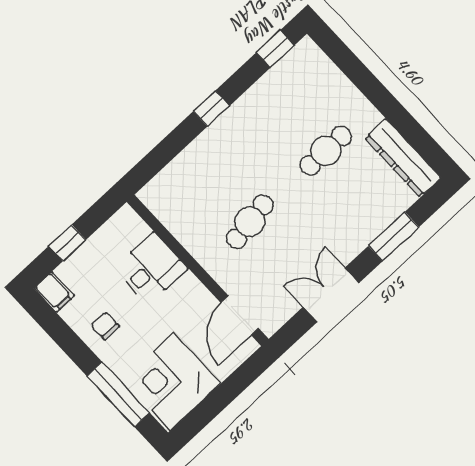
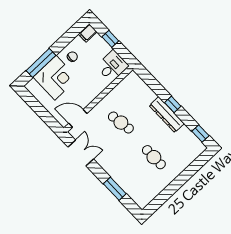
dresser: (403, 158) -> (167, 115), moved, turned -90
desk: (151, 268) -> (112, 66), moved, turned -90
double door: (331, 295) -> (81, 153), moved
corner desk: (172, 382) -> (56, 78), moved, turned 90

